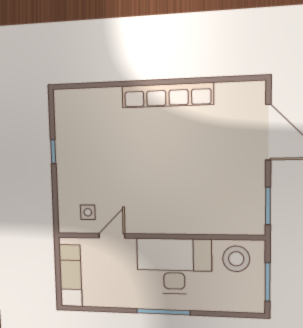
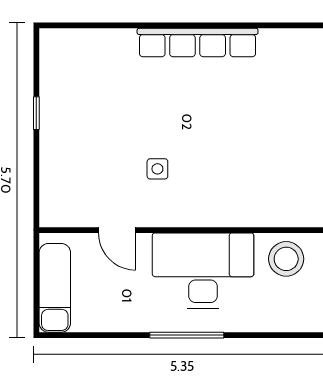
side table: (88, 212) -> (157, 169), moved
door: (112, 236) -> (117, 230), swing flipped

